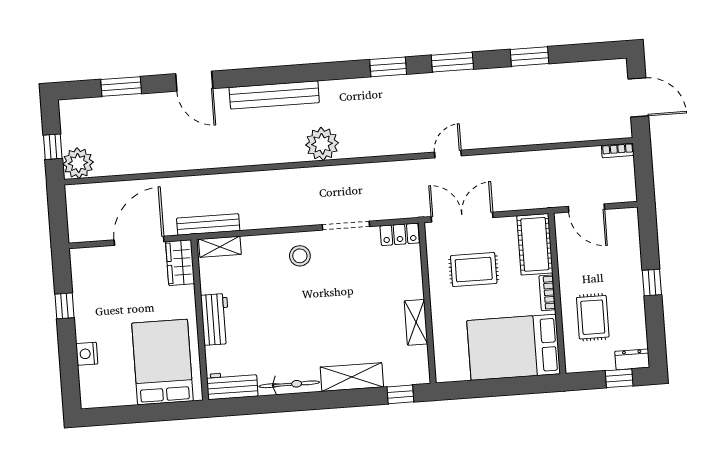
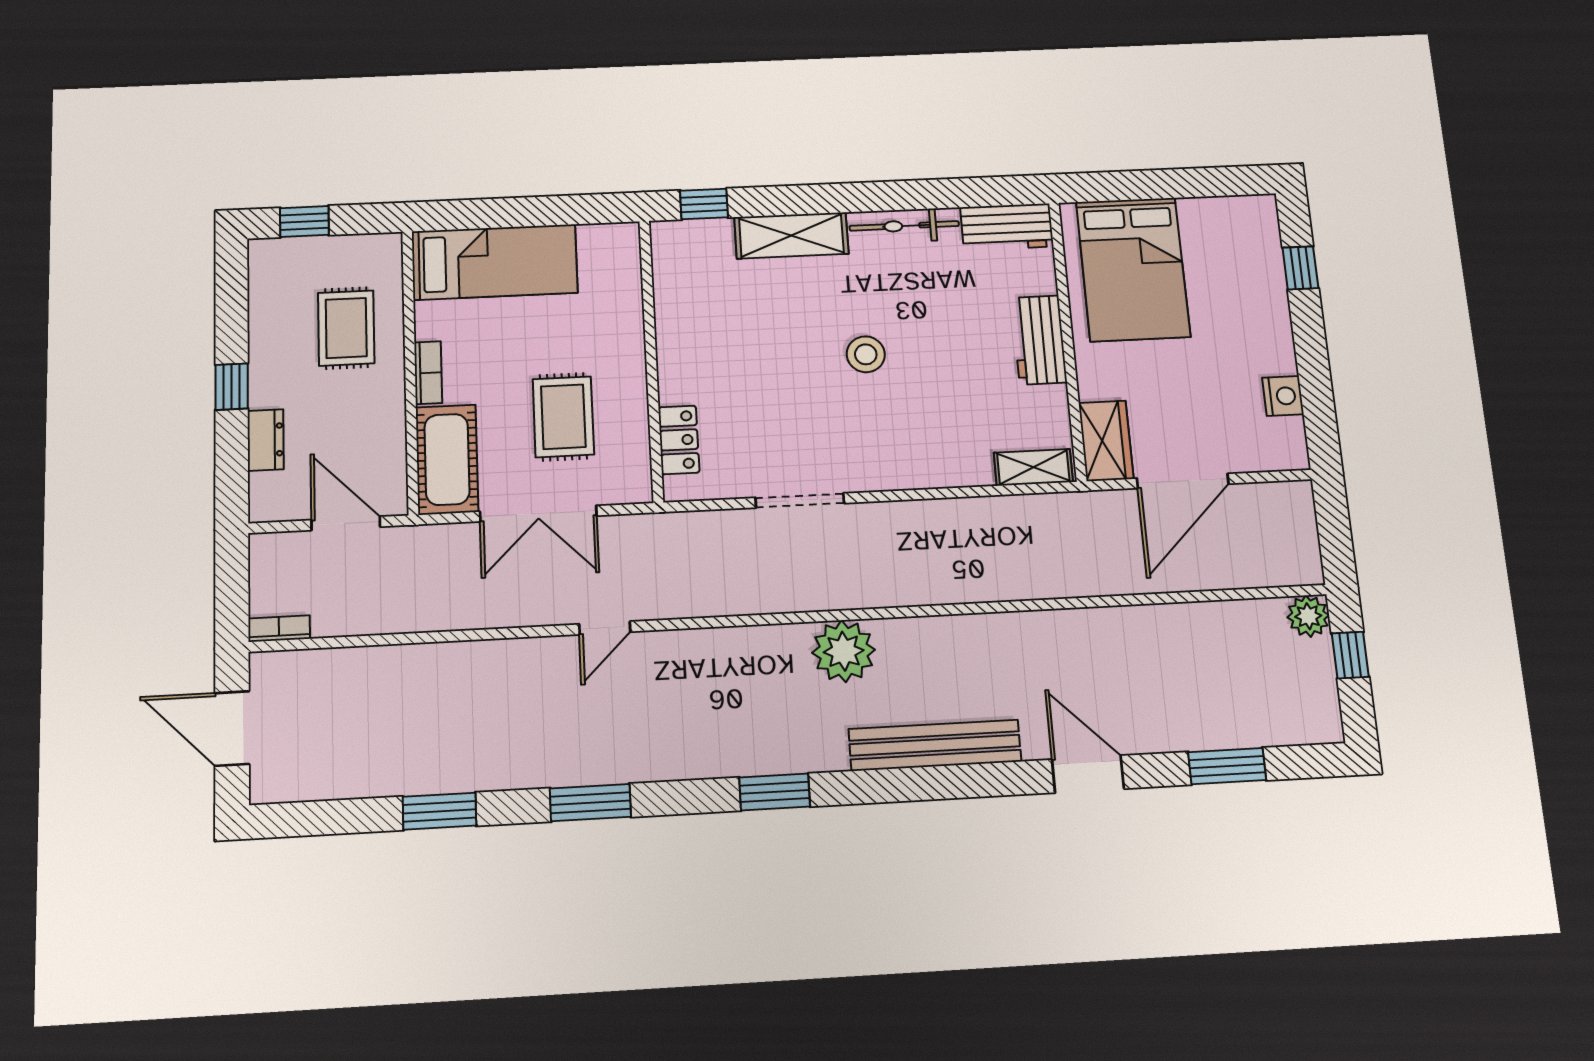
window: (388, 67) -> (775, 792), moved
plant: (78, 163) -> (1308, 616), width x0.73, depth x0.73
double door: (462, 217) -> (538, 514), moved
bench: (208, 224) -> (1056, 508), removed
locker: (400, 234) -> (679, 440), moved, turned 90
stool: (300, 256) -> (866, 354), moved
rug: (474, 270) -> (563, 417), turned 90
window: (65, 306) -> (1300, 268), moved
shelving: (416, 322) -> (673, 326), removed
bed: (514, 347) -> (495, 262), width x0.67
nightstand: (87, 354) -> (1283, 396), moved
dresser: (632, 359) -> (266, 440), moved, turned -90

